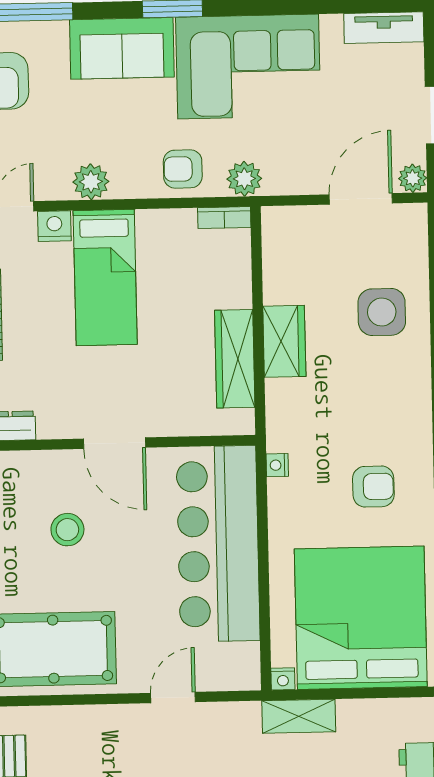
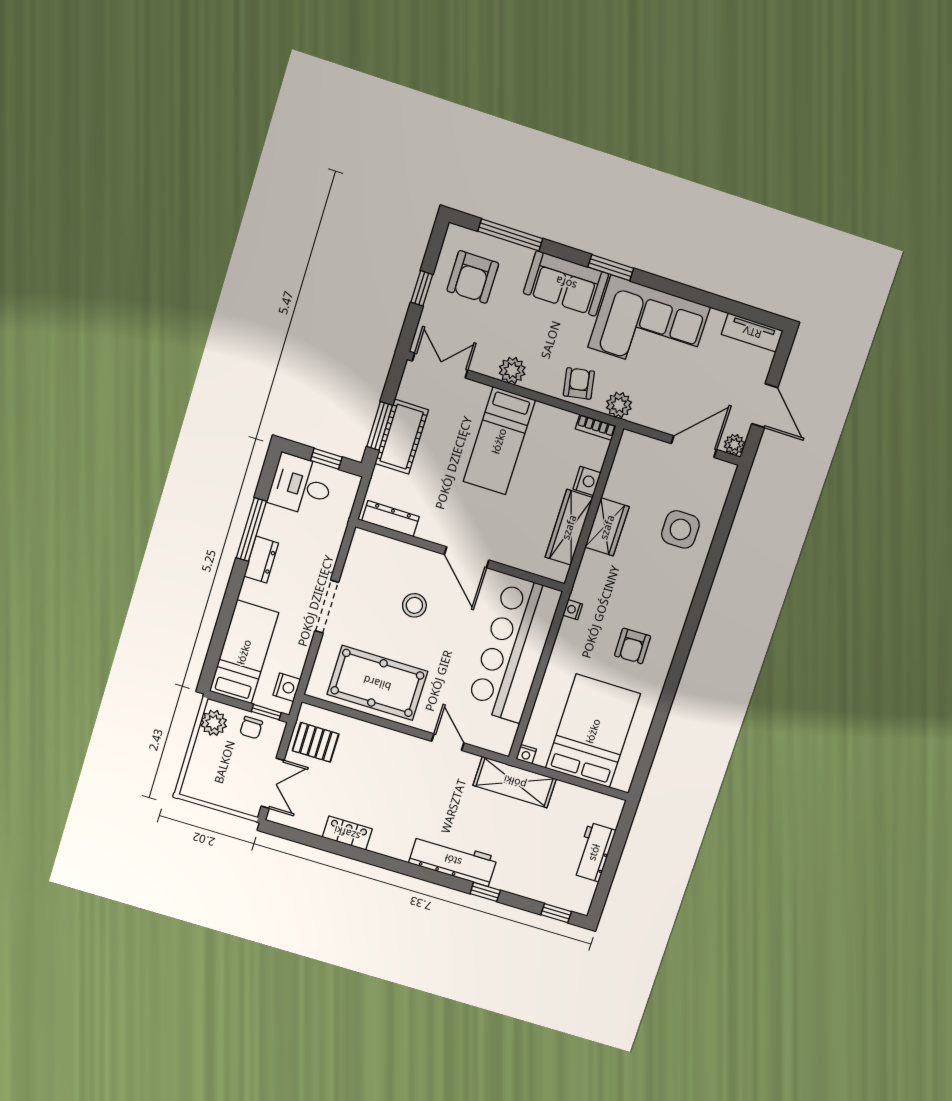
armchair: (183, 169) -> (579, 383), turned 80
nightstand: (54, 226) -> (587, 481), moved, turned 90
armchair: (373, 487) -> (633, 646), turned 89
bed: (361, 618) -> (593, 731), width x0.73
door: (173, 698) -> (448, 742), hinge flipped
shelving: (299, 716) -> (515, 782), width x1.50, depth x1.33

